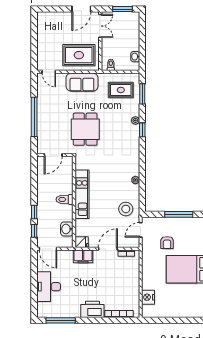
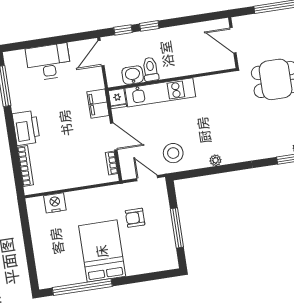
kitchen unit: (82, 194) -> (160, 92), moved
toilet: (65, 199) -> (150, 69), moved

